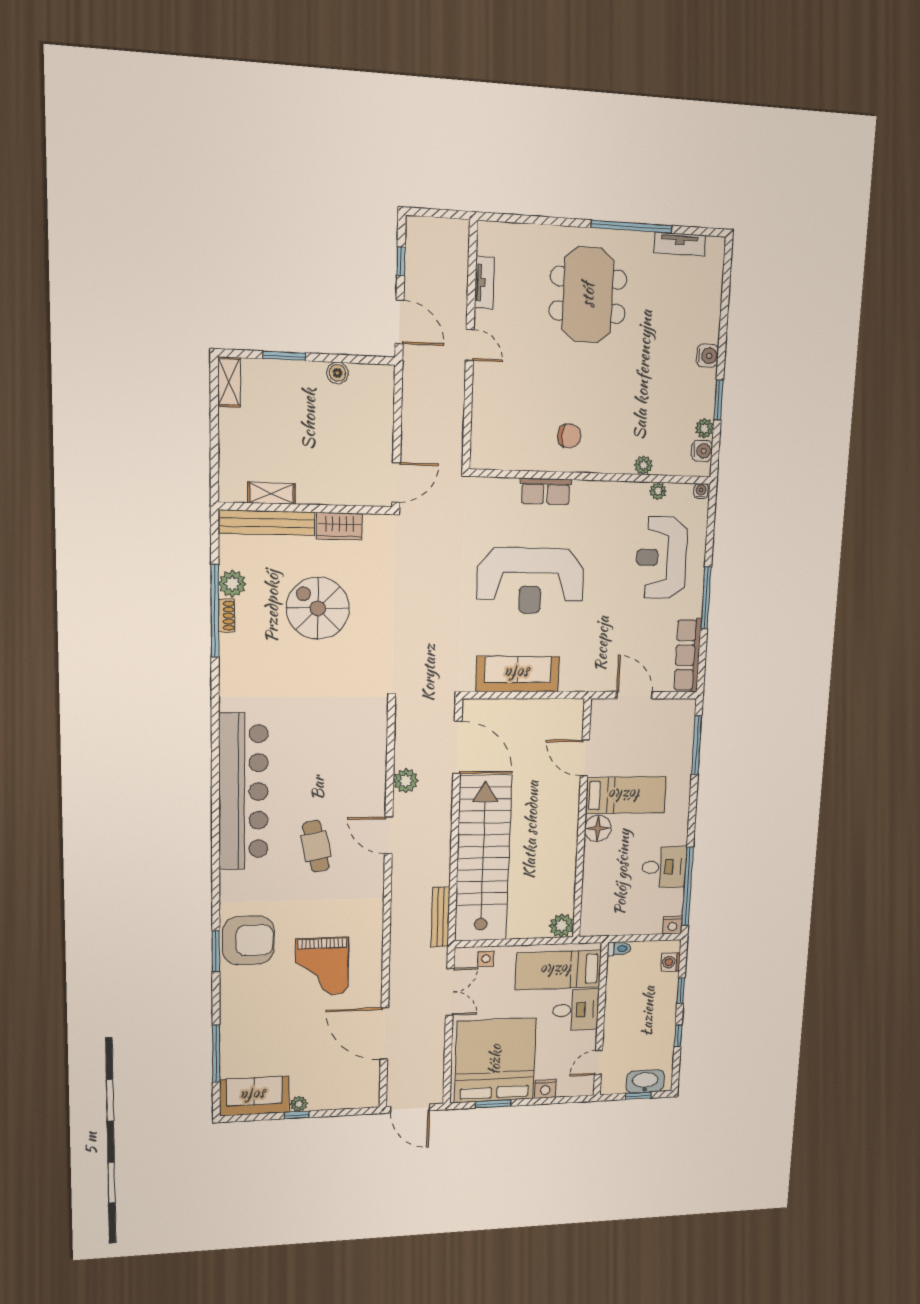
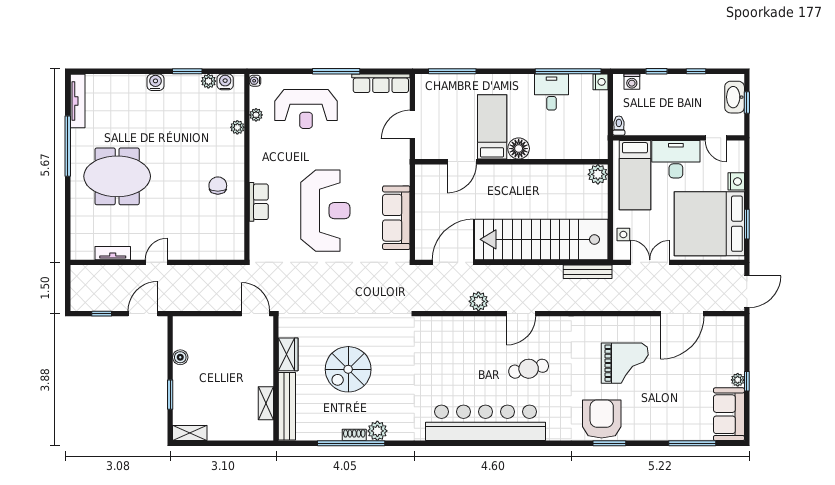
tv unit: (680, 244) -> (78, 101), width x1.41
plant: (232, 584) -> (377, 431), moved
desk: (576, 1010) -> (676, 159), width x1.37

